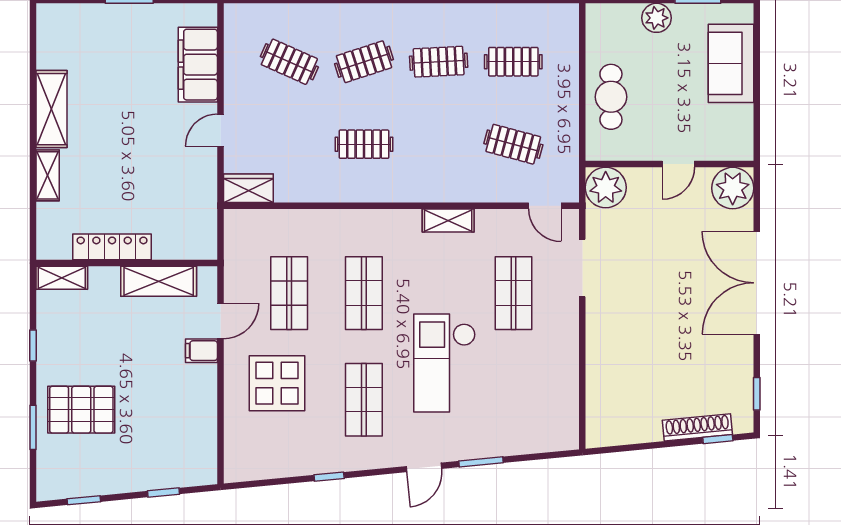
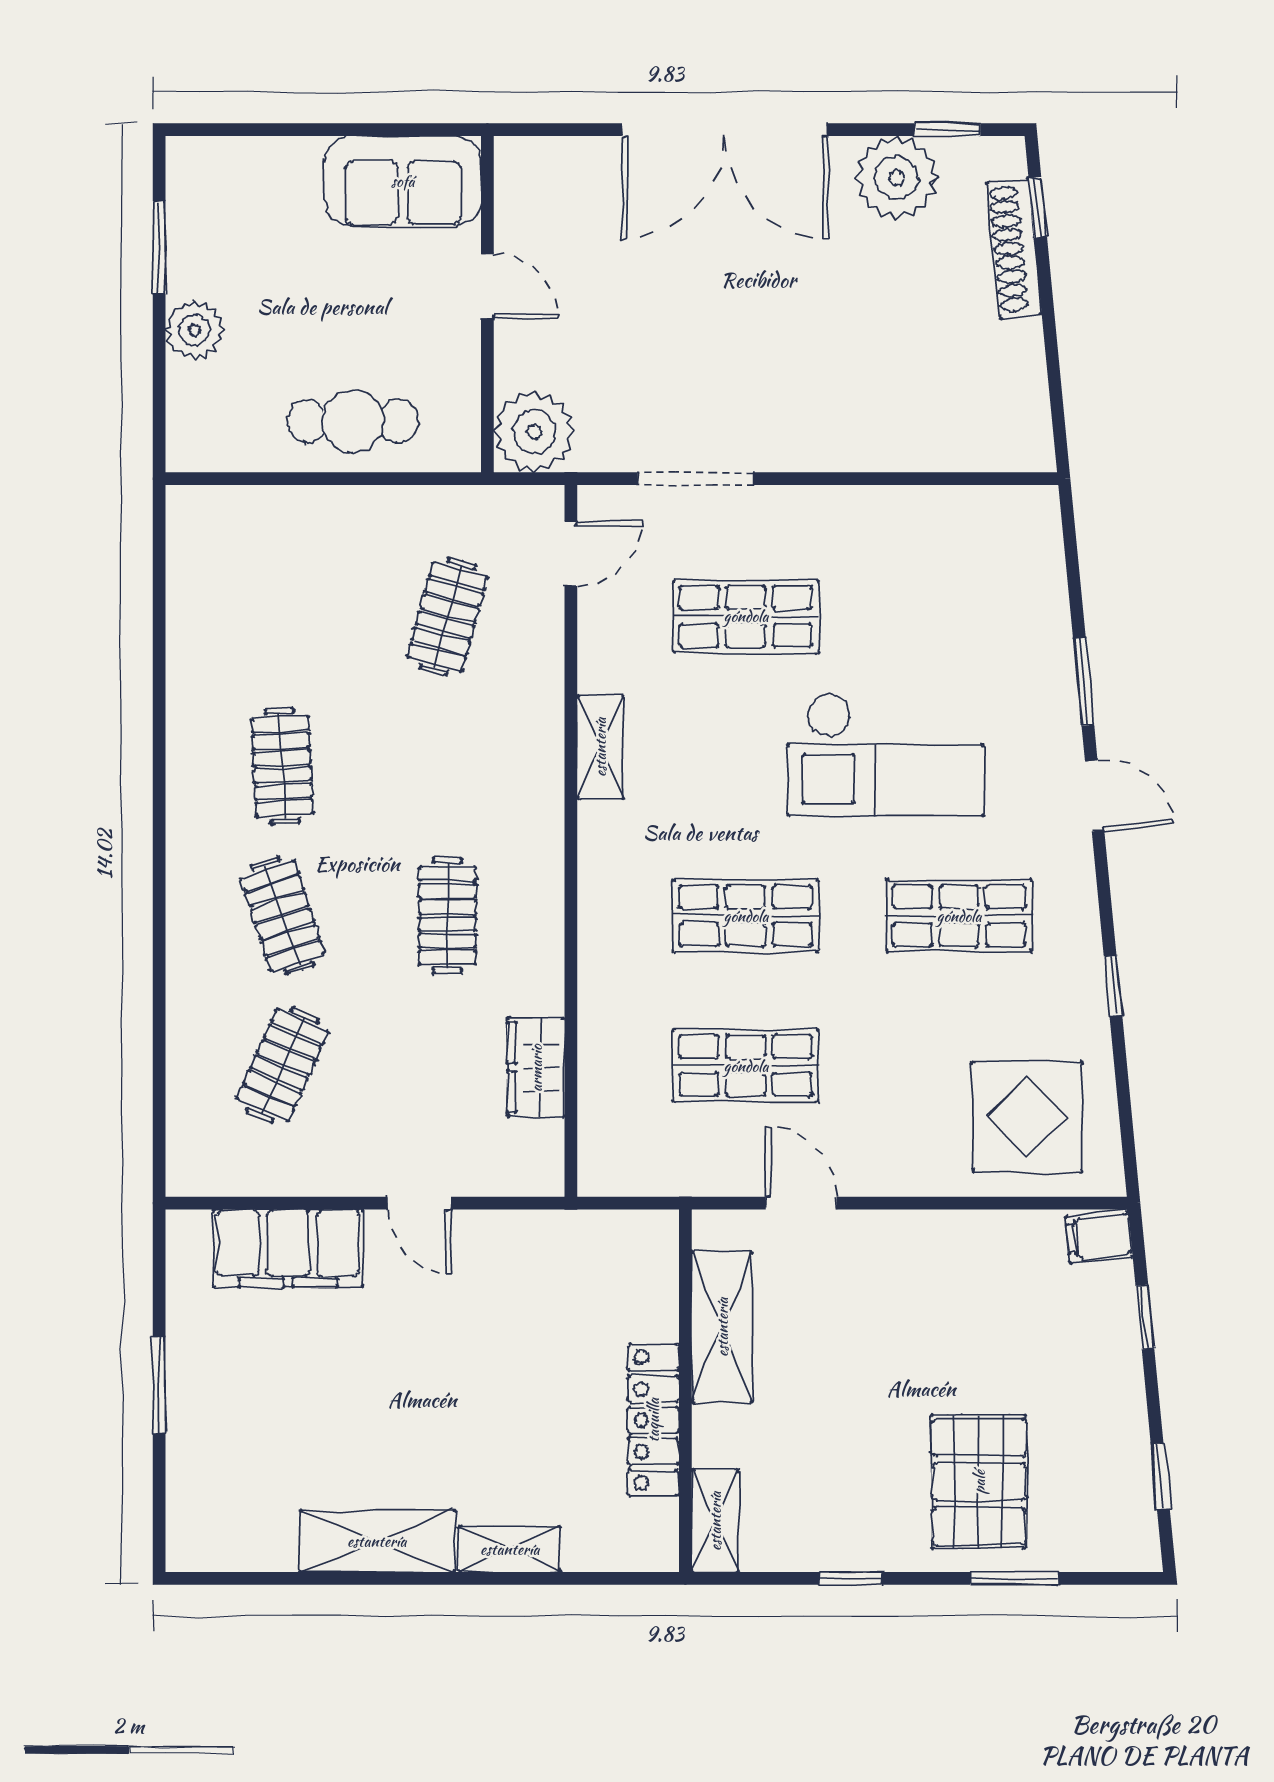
clothes rail: (513, 62) -> (282, 617), removed
sofa: (731, 63) -> (403, 181), moved
wardrobe: (248, 188) -> (536, 1068), moved
plant: (733, 188) -> (896, 178), moved
filing cabinet: (201, 351) -> (1099, 1237), moved, turned 84
display table: (277, 383) -> (1027, 1117), moved

